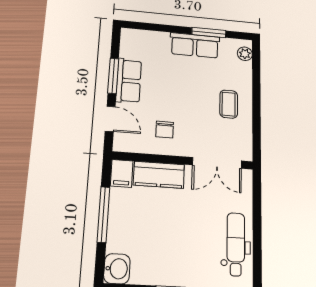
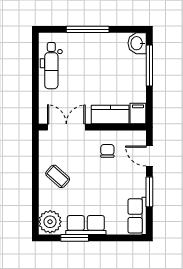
plant: (245, 54) -> (50, 222), width x1.87, depth x1.87
row of seats: (129, 81) -> (137, 216), moved
coffee table: (229, 104) -> (58, 176), turned -48
window: (103, 214) -> (149, 66), moved

